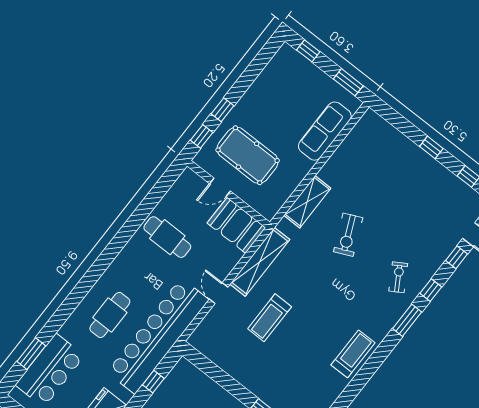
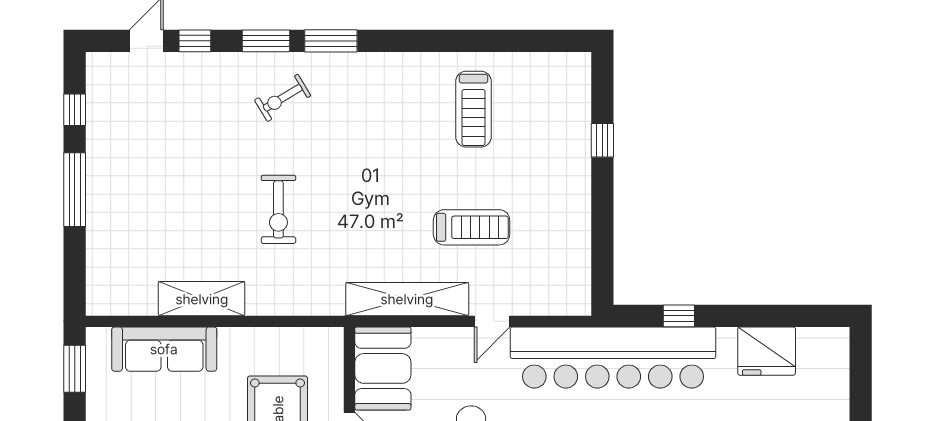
window: (431, 147) -> (75, 190), width x2.17
shelving: (307, 202) -> (202, 299), moved
exercise bike: (348, 235) -> (278, 209), turned 114
window: (431, 290) -> (266, 41), width x1.50
treadmill: (353, 354) -> (474, 109), moved, turned -90

